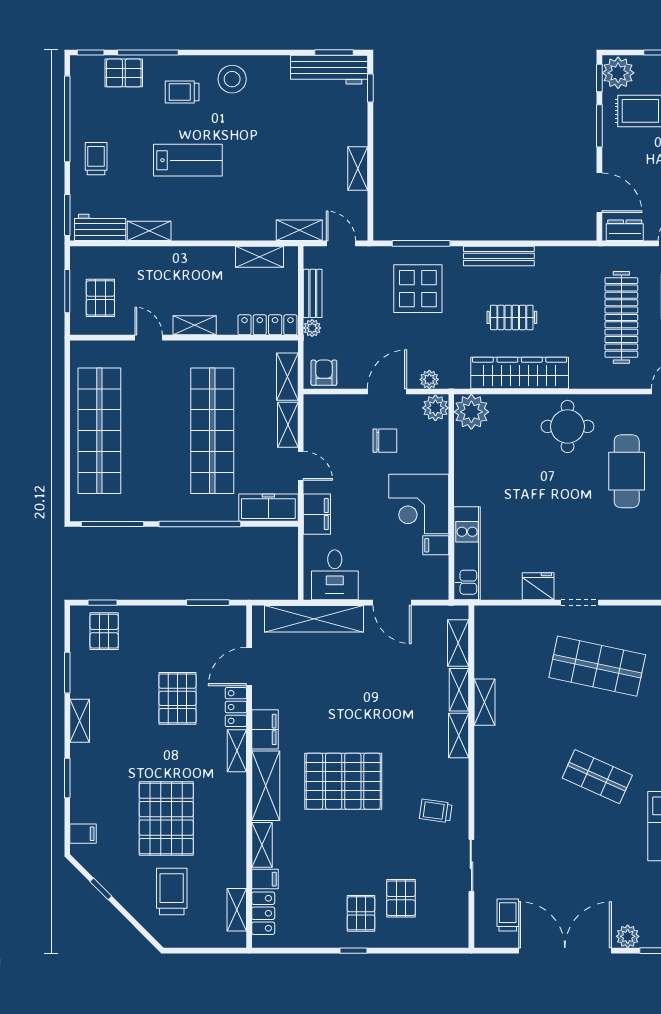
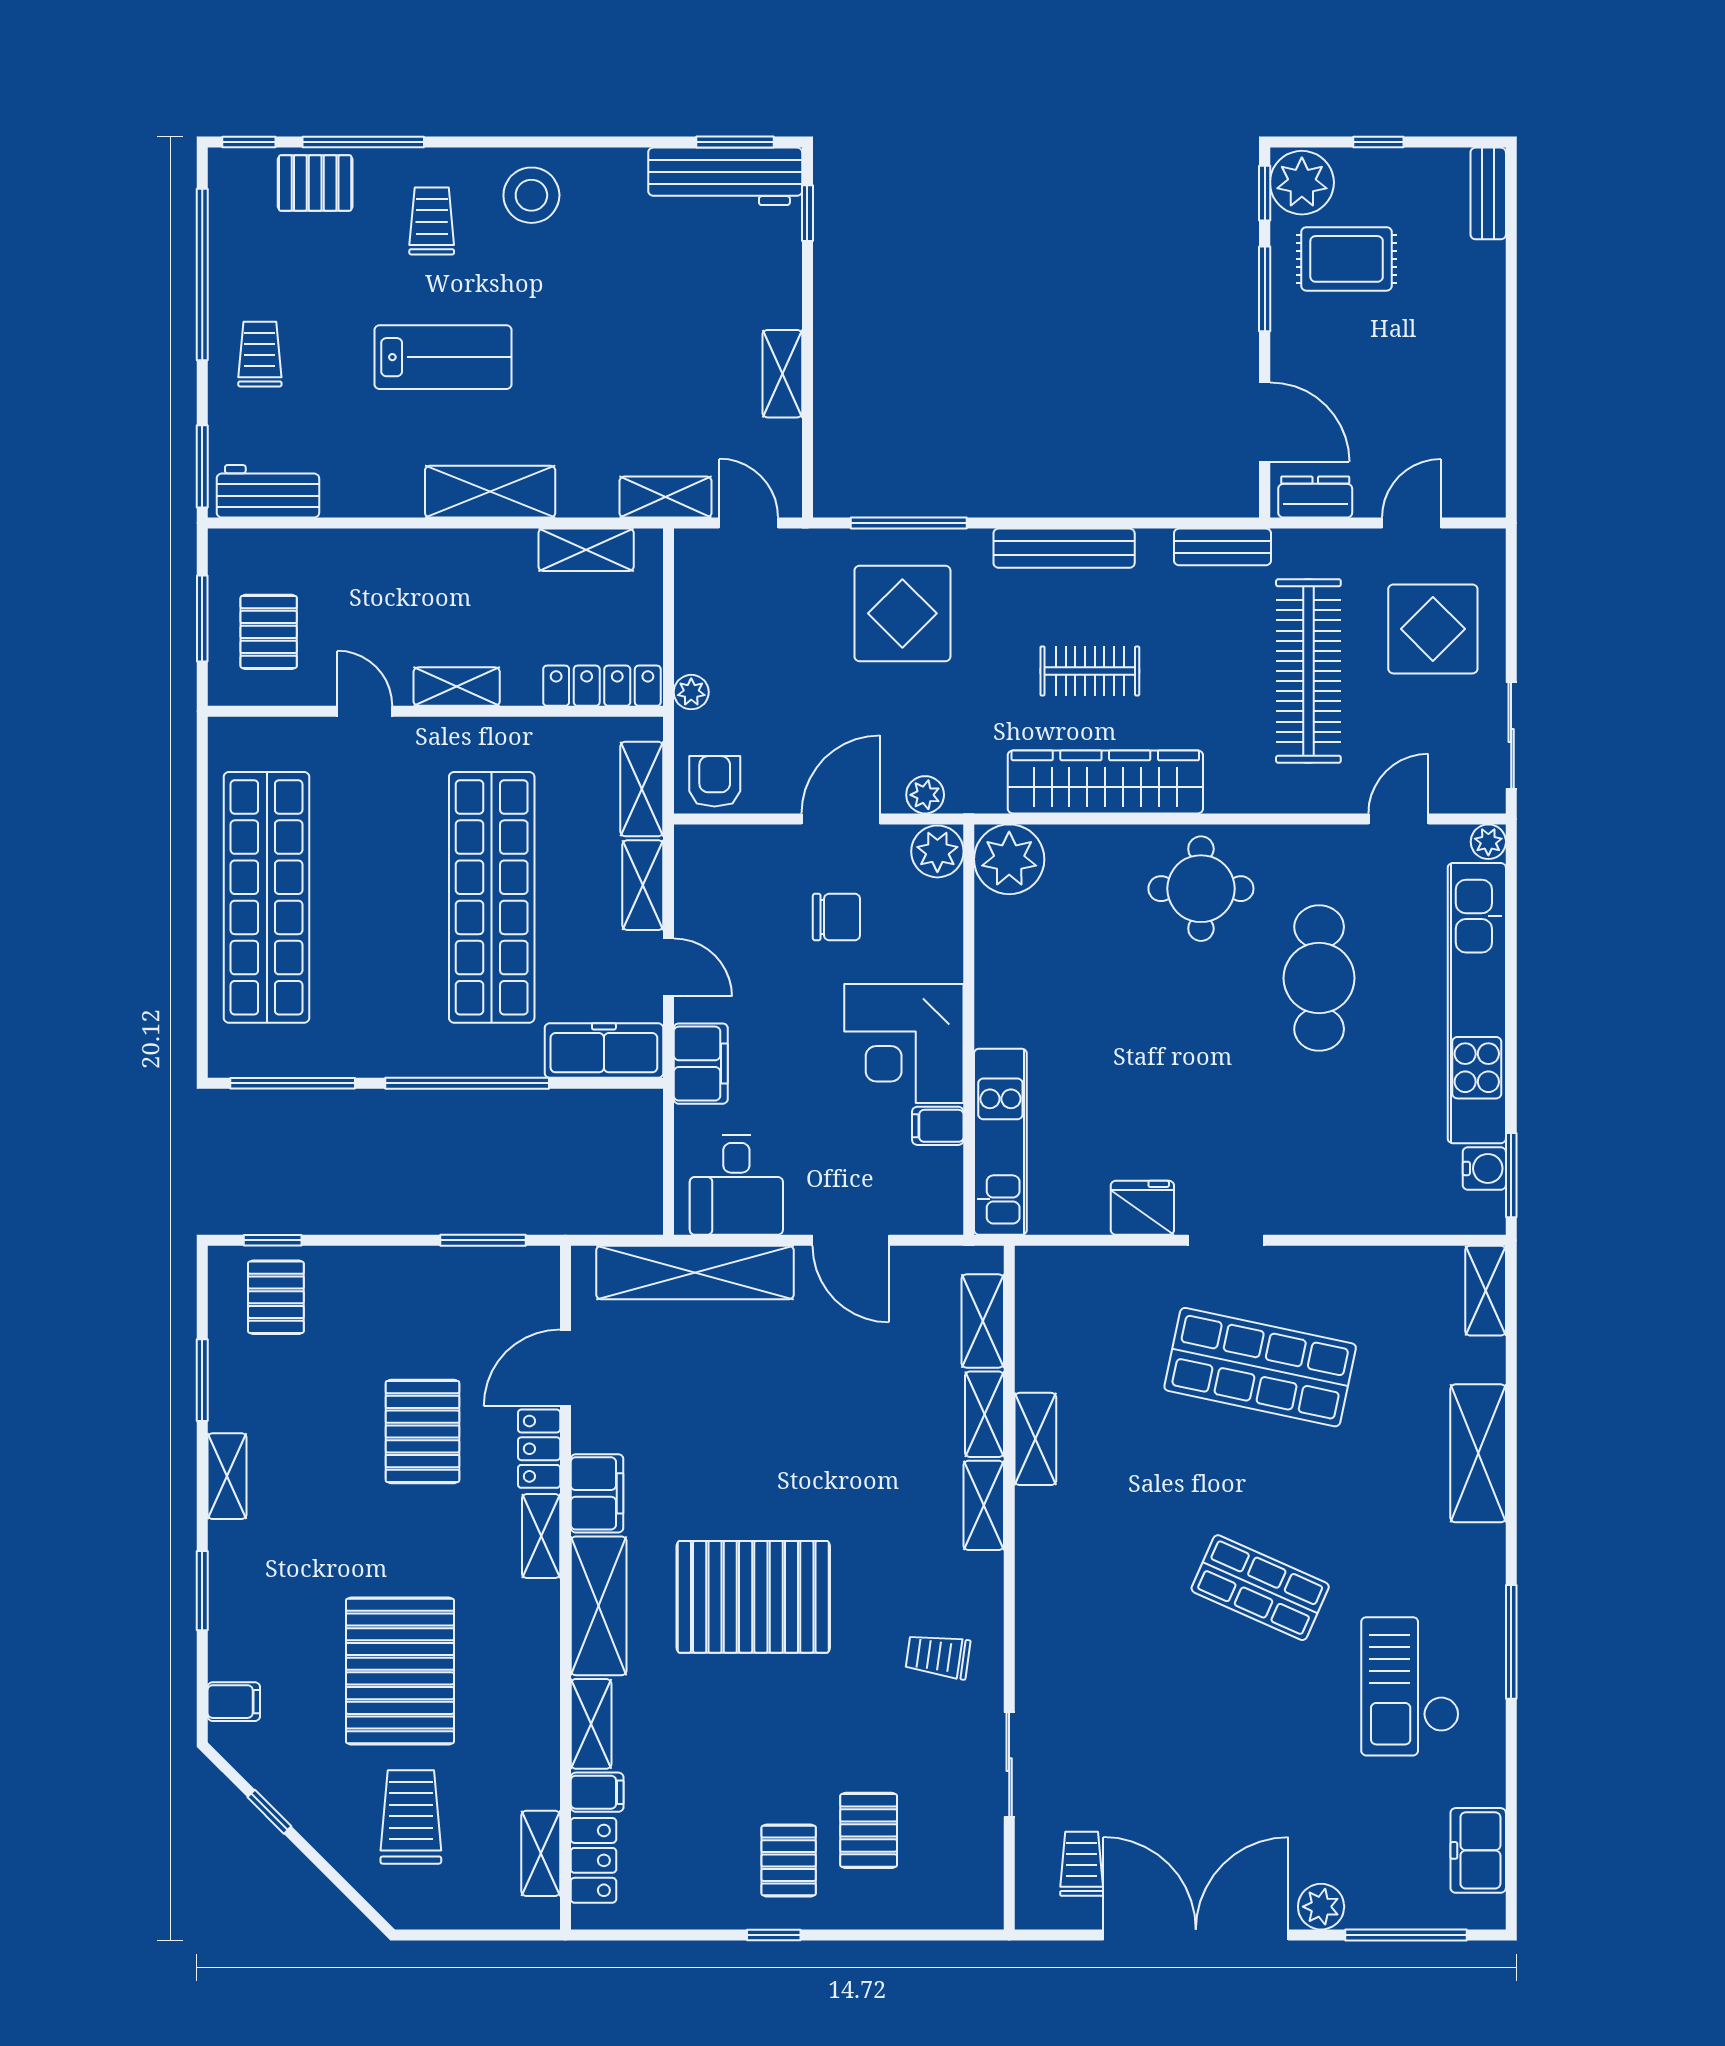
trolley: (182, 92) -> (432, 221), turned 90
shelving: (149, 231) -> (490, 492), moved, width x1.50, depth x1.33
bench: (313, 293) -> (1222, 547), moved, turned 90

